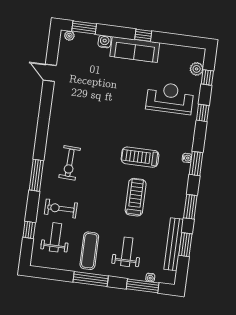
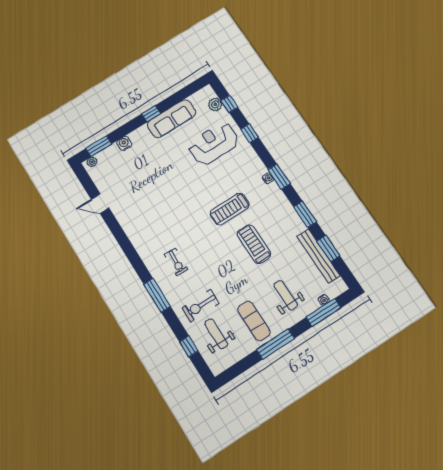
sofa: (135, 50) -> (172, 119), moved
exercise bike: (70, 163) -> (176, 262), width x0.73, depth x0.72

